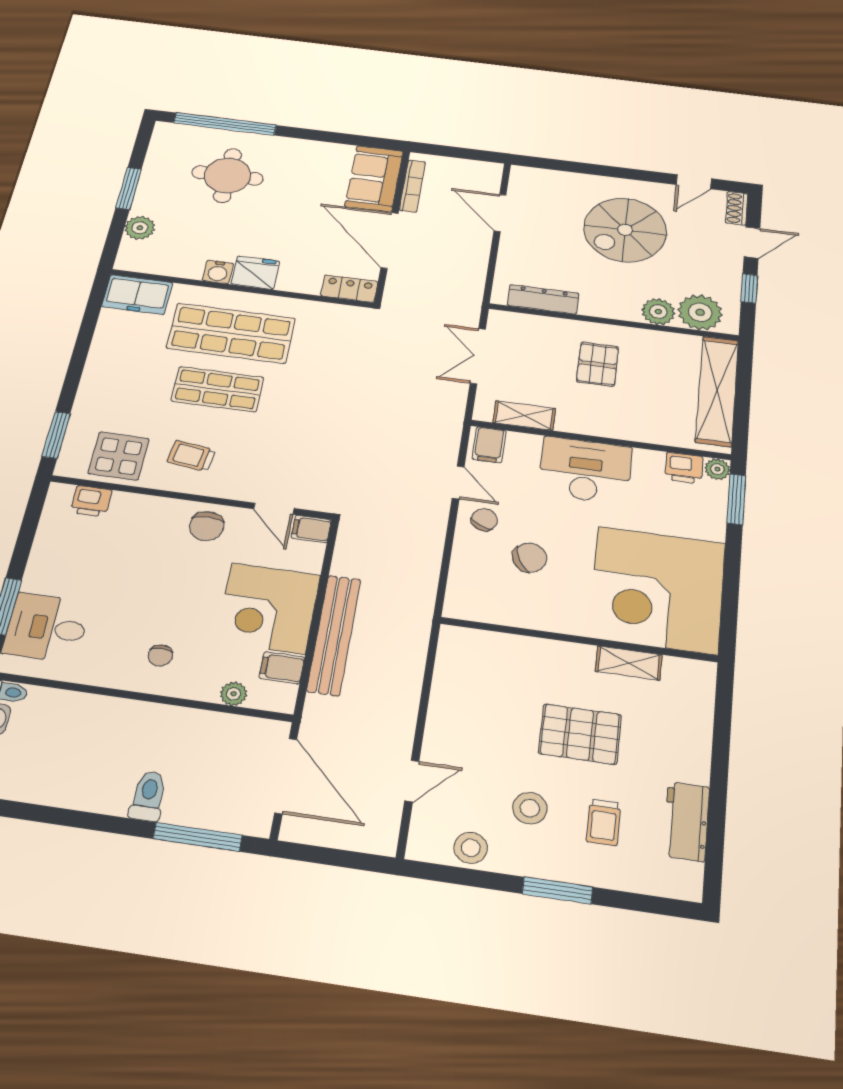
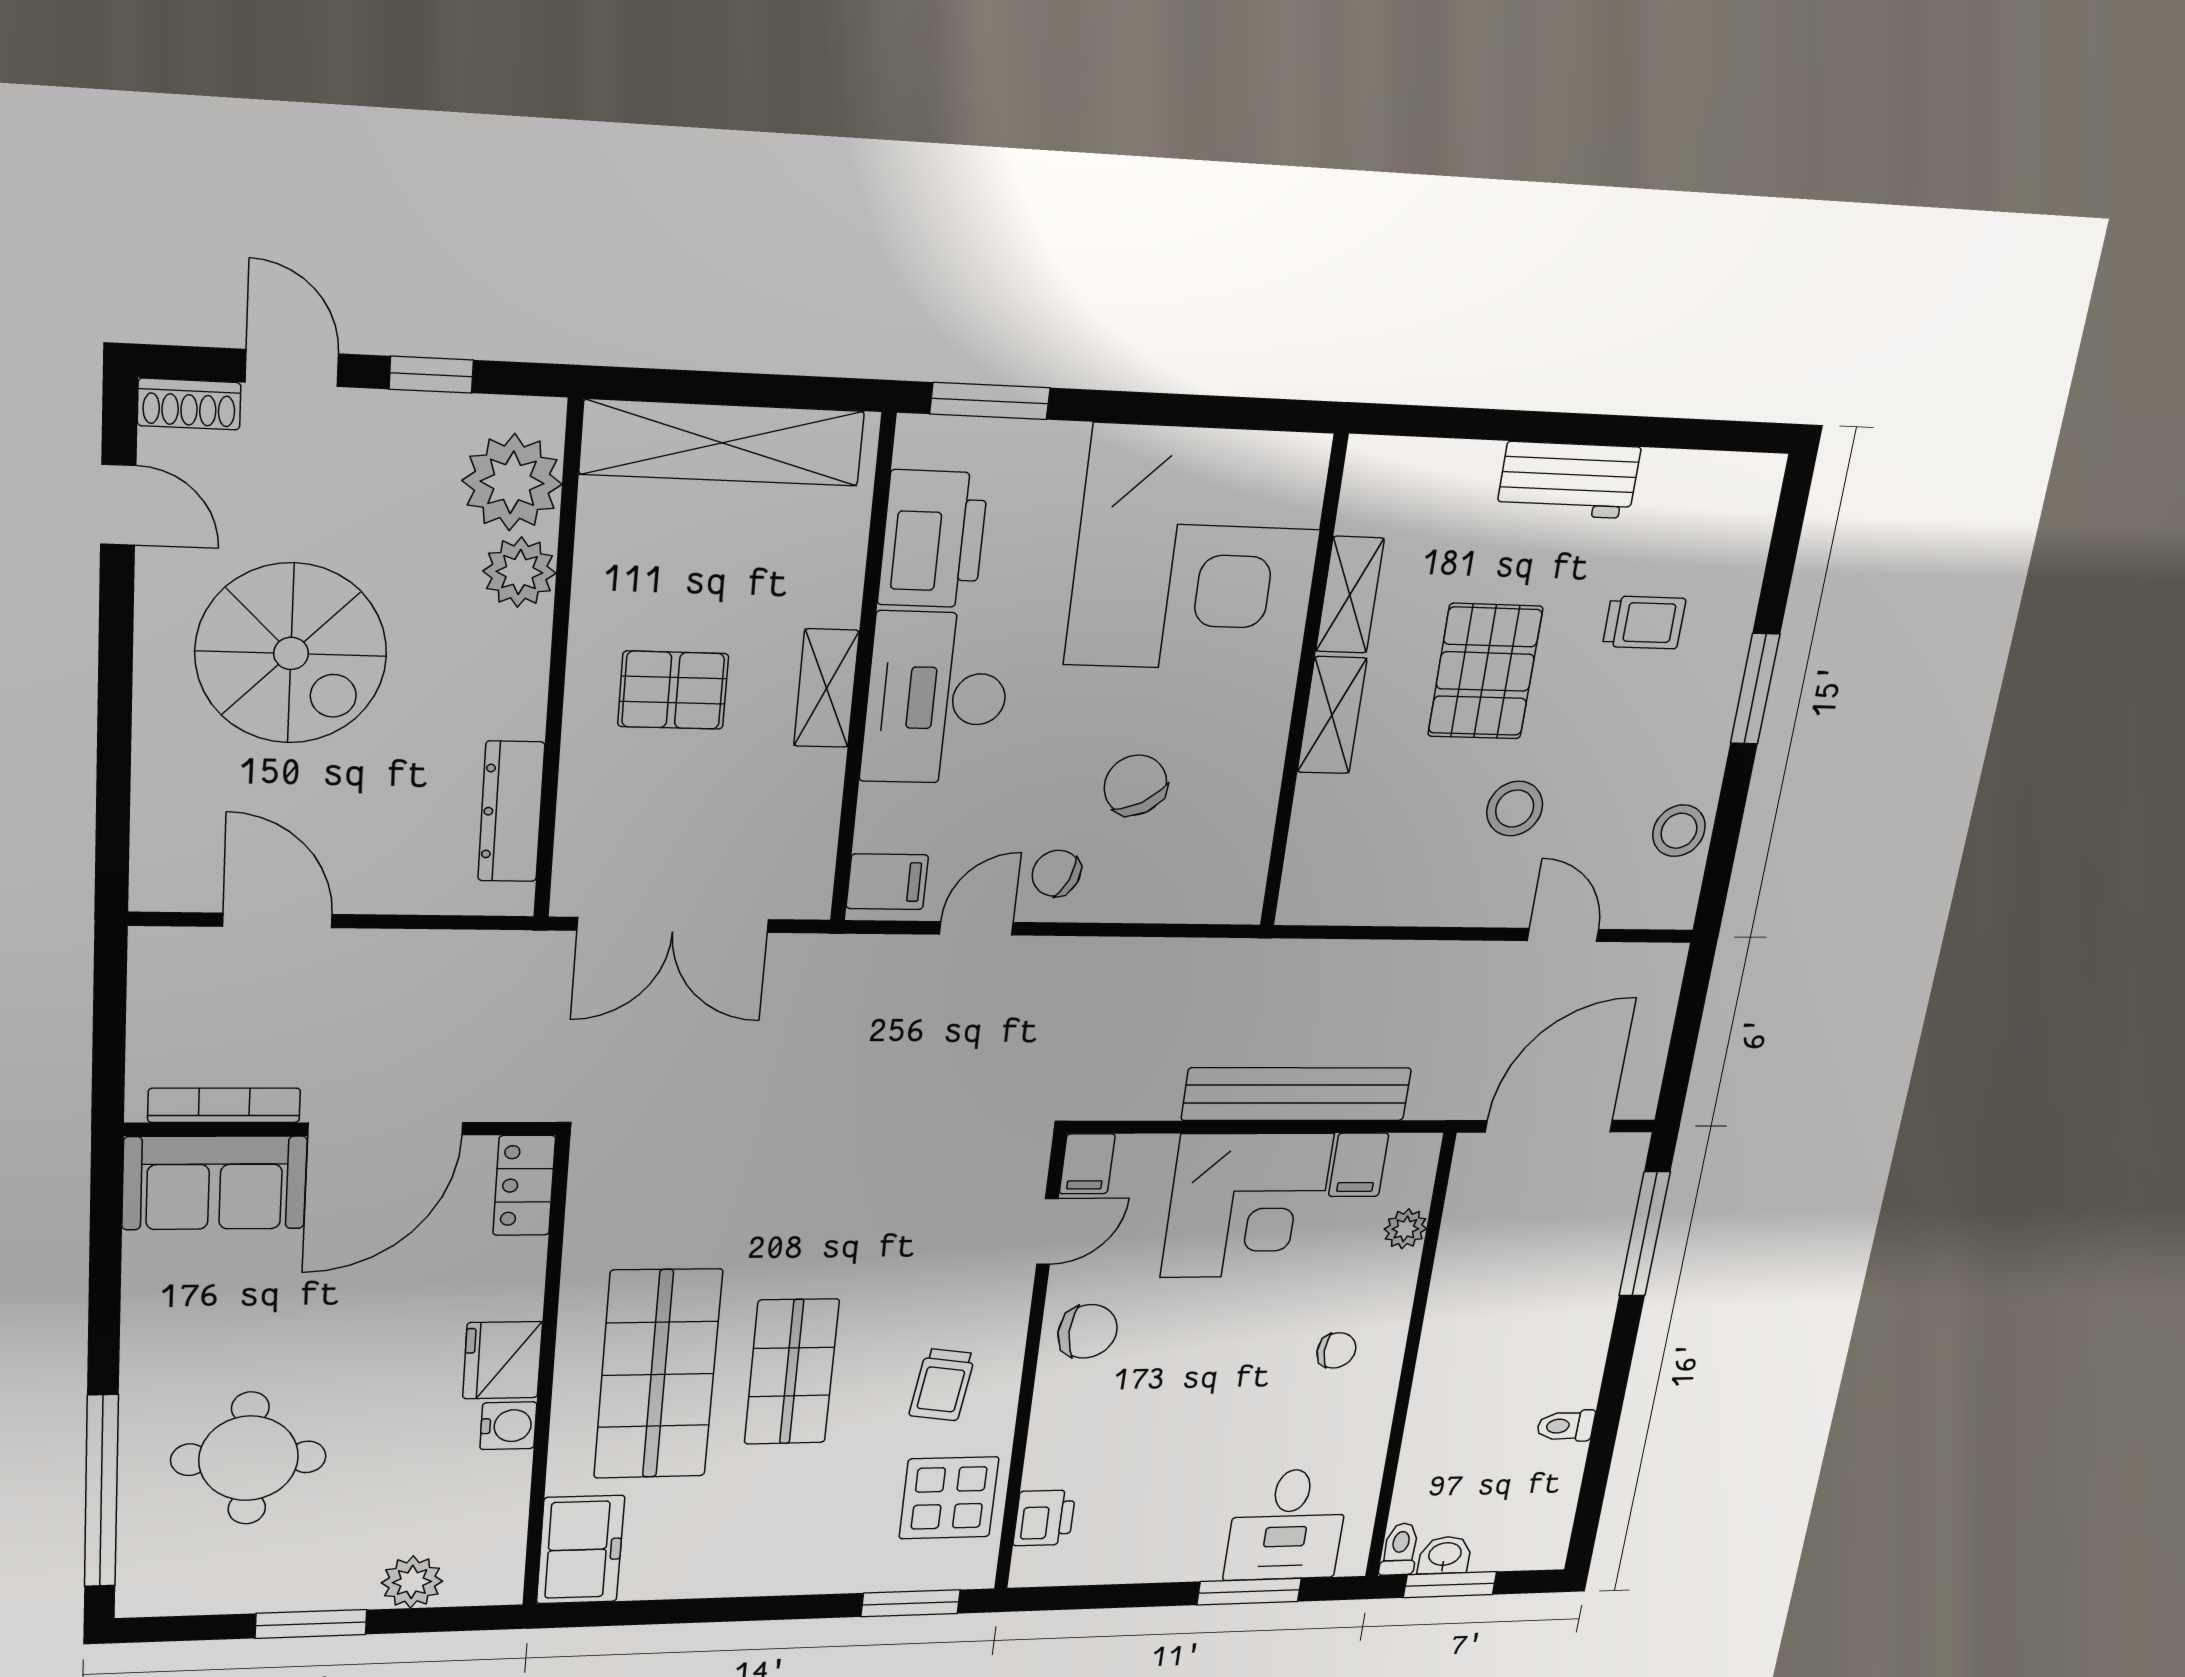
door: (500, 213) -> (278, 920), swing flipped
double door: (478, 356) -> (673, 925), width x1.37
shelving: (524, 416) -> (826, 688), moved
printer: (684, 468) -> (933, 539), width x1.87, depth x1.48
plant: (717, 469) -> (920, 440), removed
shelving: (561, 654) -> (1332, 715), added
toilet: (148, 796) -> (1566, 1426), moved, width x0.73, depth x0.72
stool: (530, 808) -> (1515, 808), moved
workbench: (686, 821) -> (1569, 480), moved

